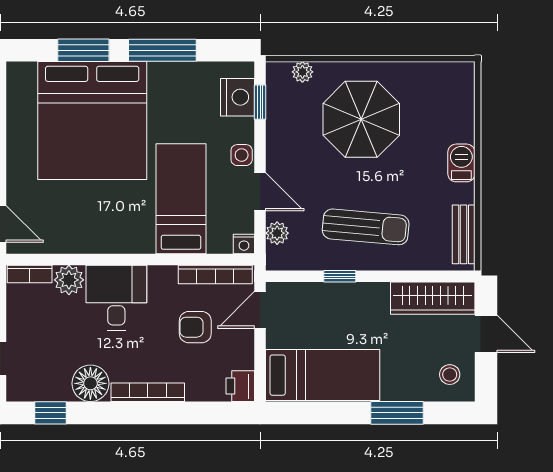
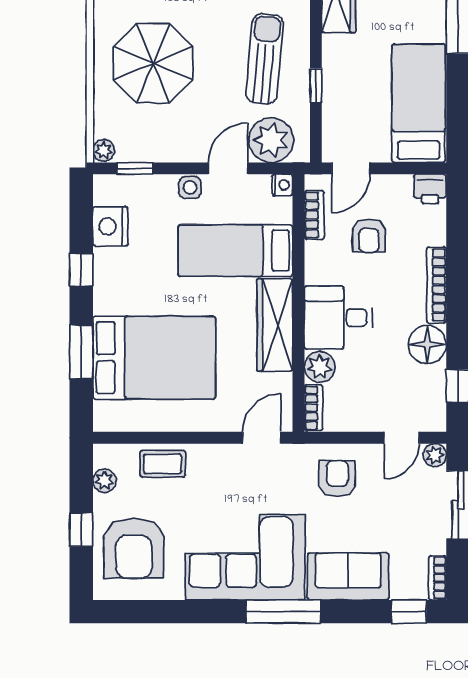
window: (162, 50) -> (81, 270), width x0.46
plant: (302, 72) -> (104, 150), moved
nightstand: (238, 97) -> (110, 226), moved, turned -90
bed: (92, 120) -> (154, 358), width x0.73
plant: (277, 233) -> (271, 140), width x1.88, depth x1.88
wardrobe: (109, 237) -> (275, 325), added
bookcase: (215, 274) -> (314, 215), width x0.64
door: (260, 310) -> (351, 168), hinge flipped

